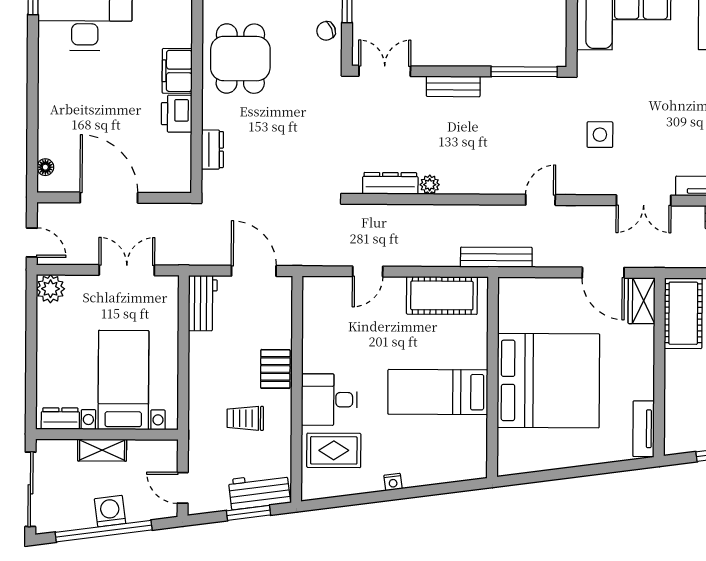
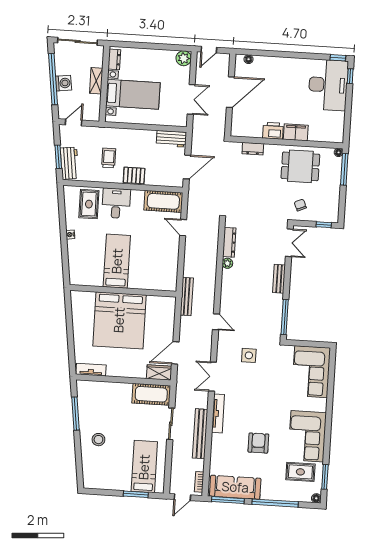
chair: (326, 31) -> (300, 205), moved
cot: (442, 295) -> (163, 201), moved, turned 90

